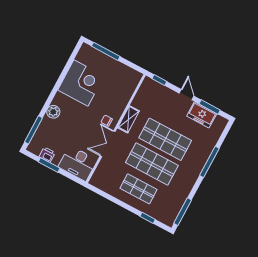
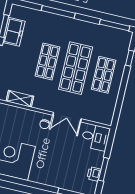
plant: (53, 112) -> (50, 179), removed
shelving: (129, 119) -> (20, 99), moved
shop shelf: (165, 139) -> (48, 61), width x0.70, depth x0.74
desk: (78, 163) -> (95, 137), width x0.73

